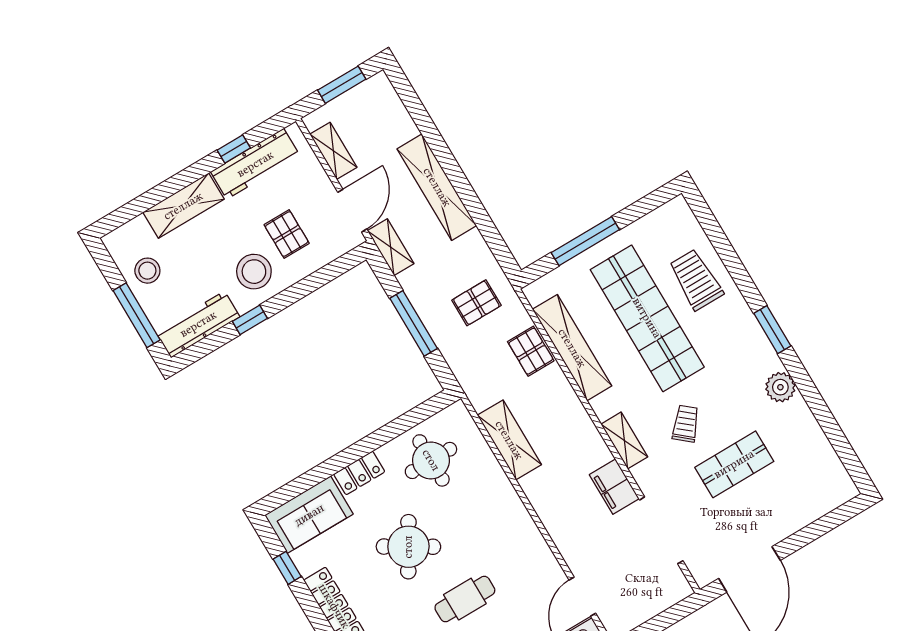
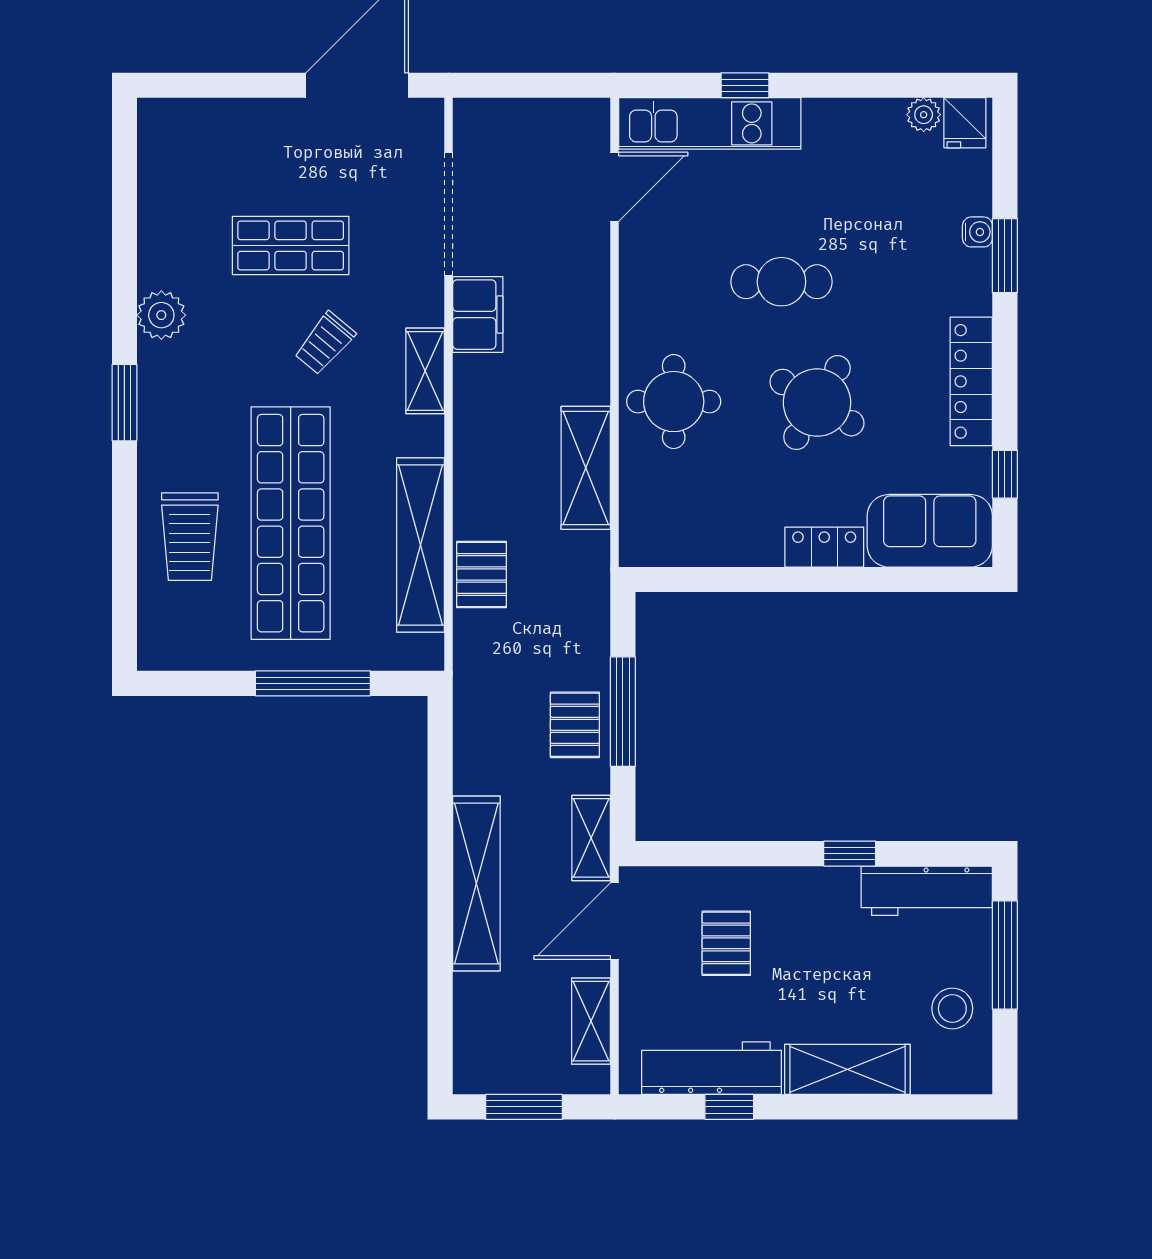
stool: (254, 272) -> (804, 918), removed
pallet: (476, 303) -> (575, 725), moved, turned 90
round table: (431, 460) -> (674, 402), moved

